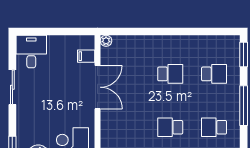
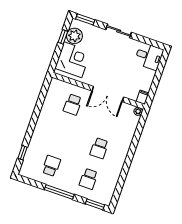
filing cabinet: (86, 56) -> (143, 97), moved
sliding door: (12, 87) -> (119, 31), moved
school desk: (170, 127) -> (73, 105), moved, turned 180

